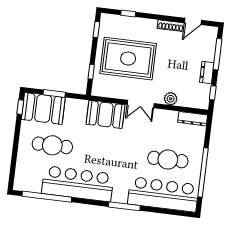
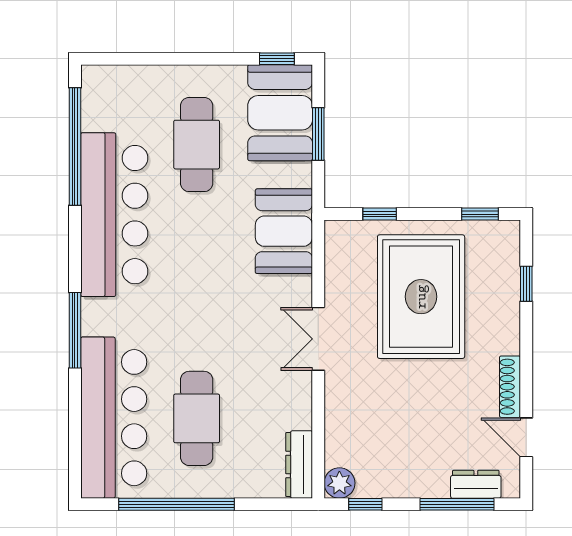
dresser: (207, 72) -> (476, 484), moved
plant: (171, 99) -> (339, 483), moved
booth: (105, 114) -> (284, 231), moved

